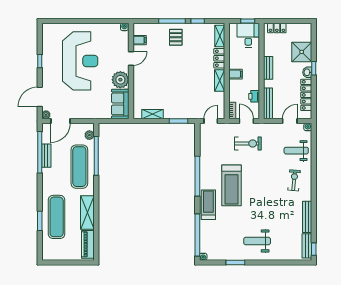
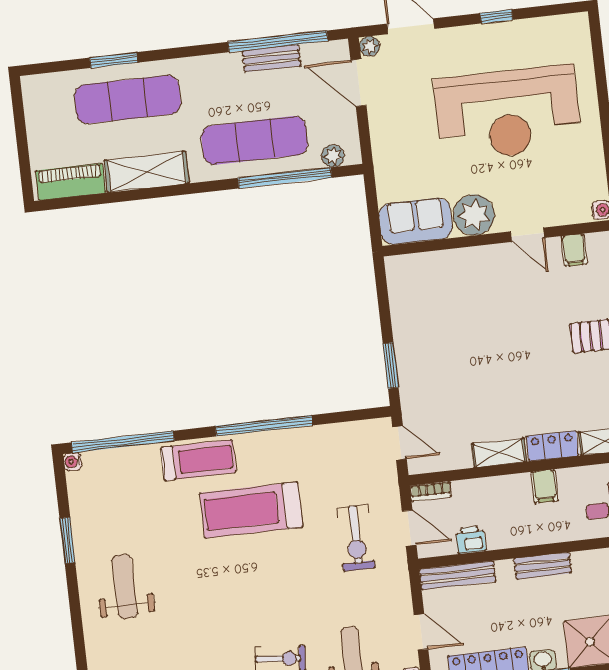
filing cabinet: (236, 74) -> (545, 486), moved
shelving: (152, 114) -> (400, 301), removed
door: (246, 121) -> (409, 528), hinge flipped

